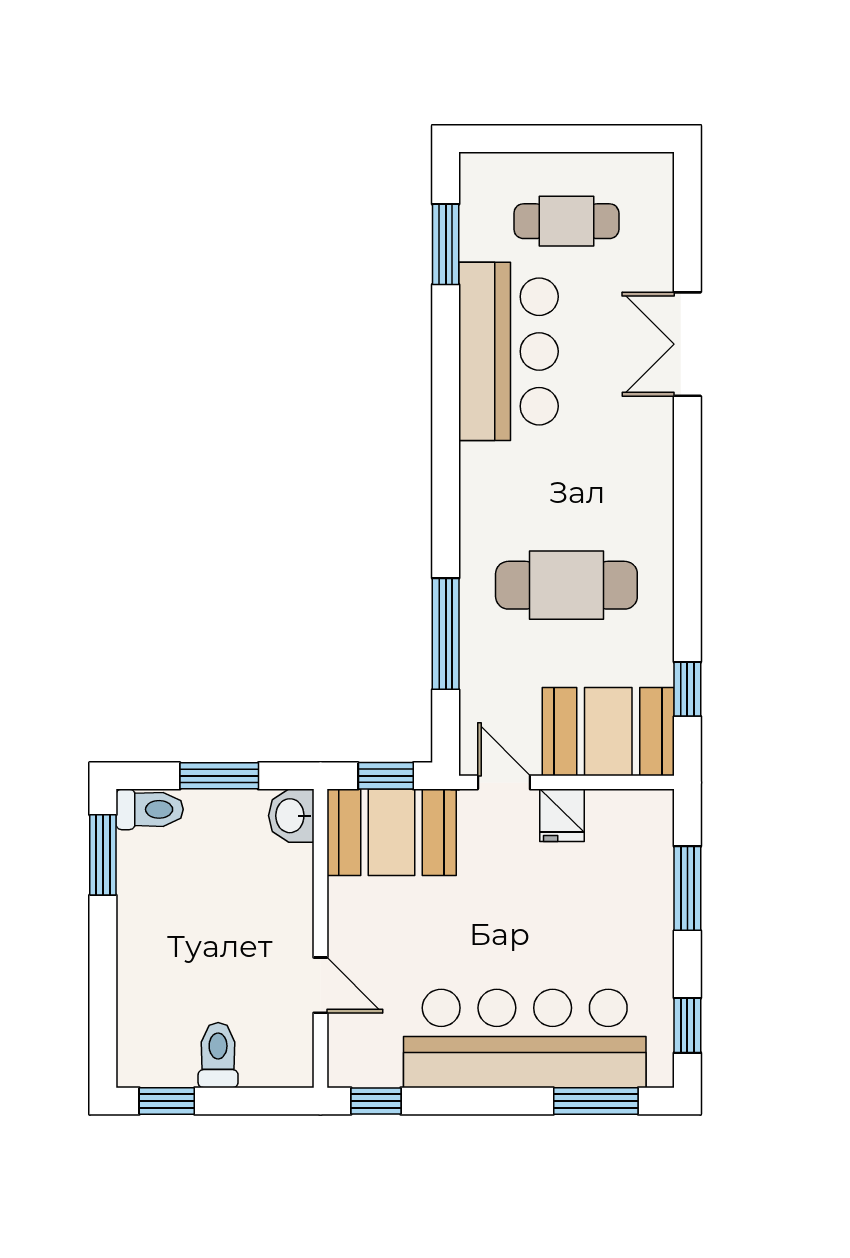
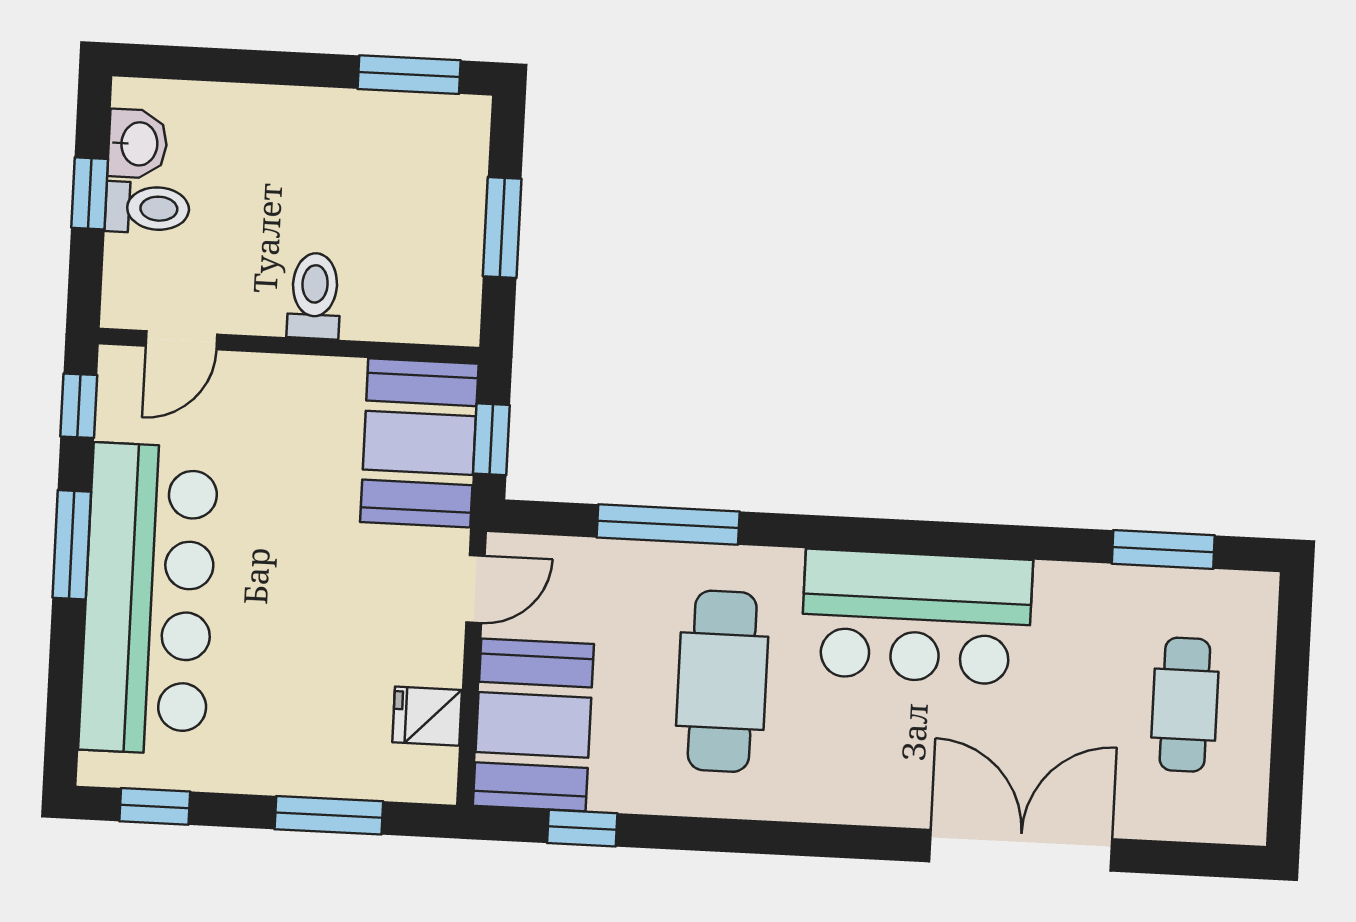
double door: (687, 344) -> (1021, 850), width x1.37
bar counter: (508, 351) -> (917, 617), moved
toilet: (150, 809) -> (314, 296), moved, turned 180
fridge: (562, 815) -> (427, 716), moved
washbasin: (291, 816) -> (138, 144), moved, turned 90
door: (320, 985) -> (181, 340), moved
window: (167, 1101) -> (90, 193), moved
window: (596, 1101) -> (72, 545), moved

